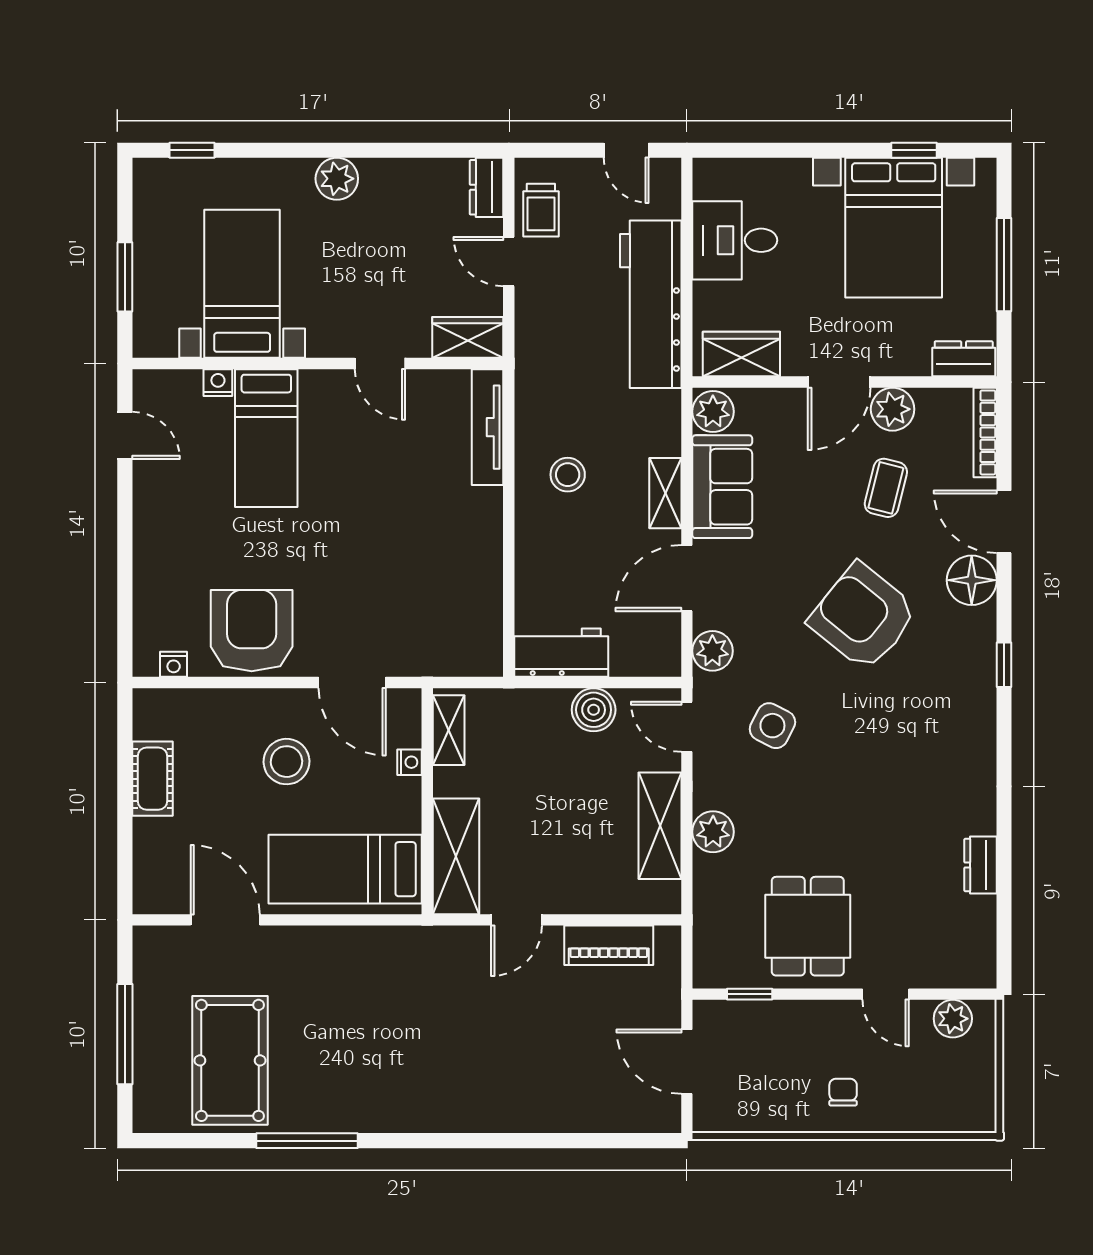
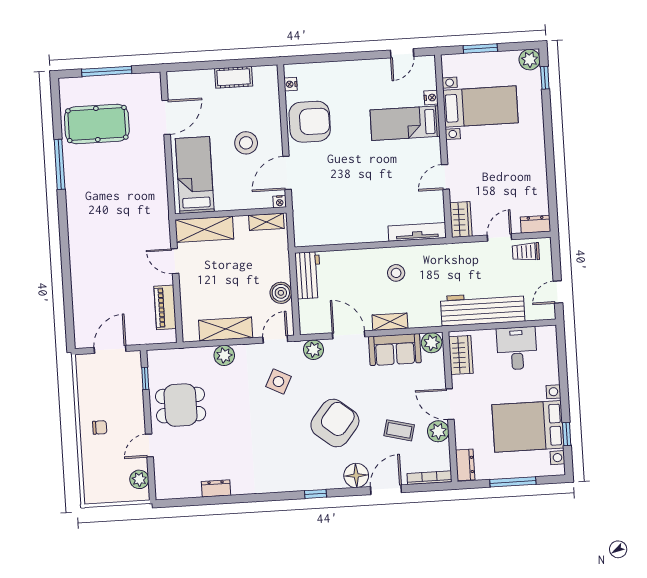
plant: (337, 179) -> (530, 60), moved
nightstand: (409, 762) -> (280, 202), moved

